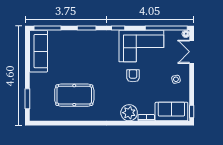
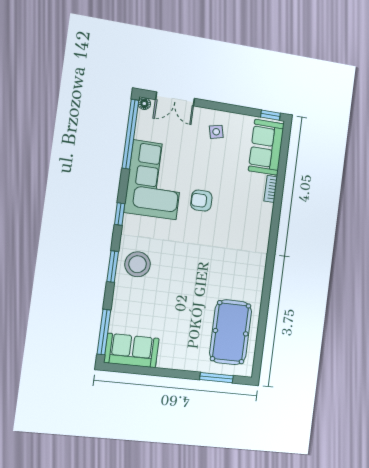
stool: (90, 42) -> (138, 264), added
sofa: (38, 51) -> (131, 351), width x0.73
pool table: (74, 95) -> (231, 332), moved
plant: (129, 113) -> (259, 215), removed

